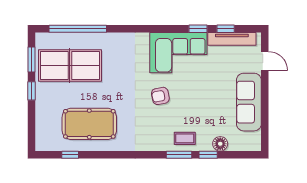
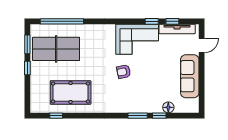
door: (265, 61) -> (202, 46), hinge flipped
coffee table: (185, 138) -> (142, 103), removed

